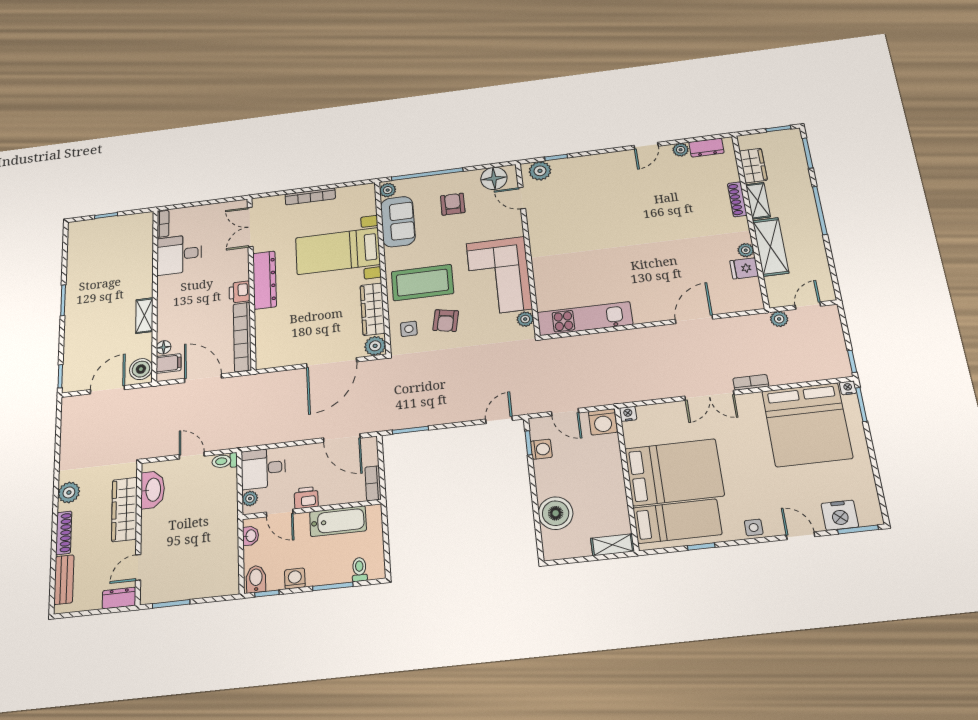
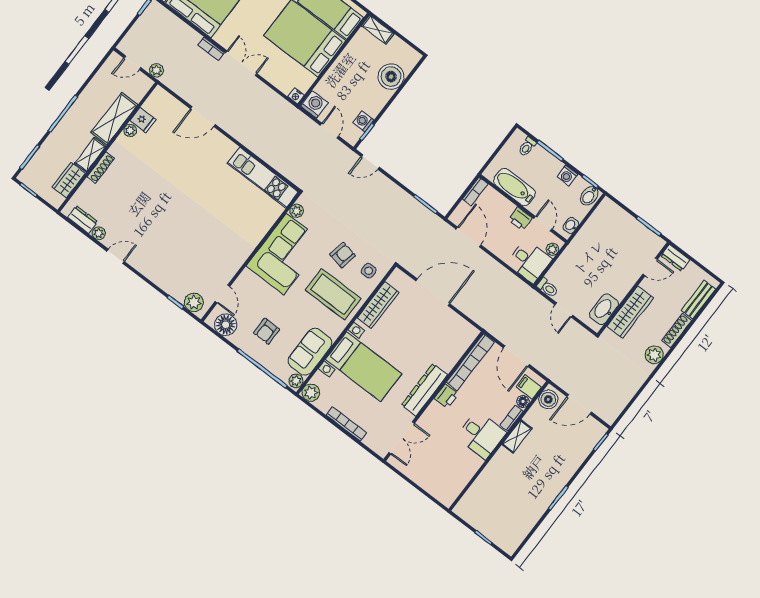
bookcase: (163, 224) -> (512, 418), moved
desk: (179, 254) -> (481, 435), moved
plant: (375, 346) -> (311, 393), moved

